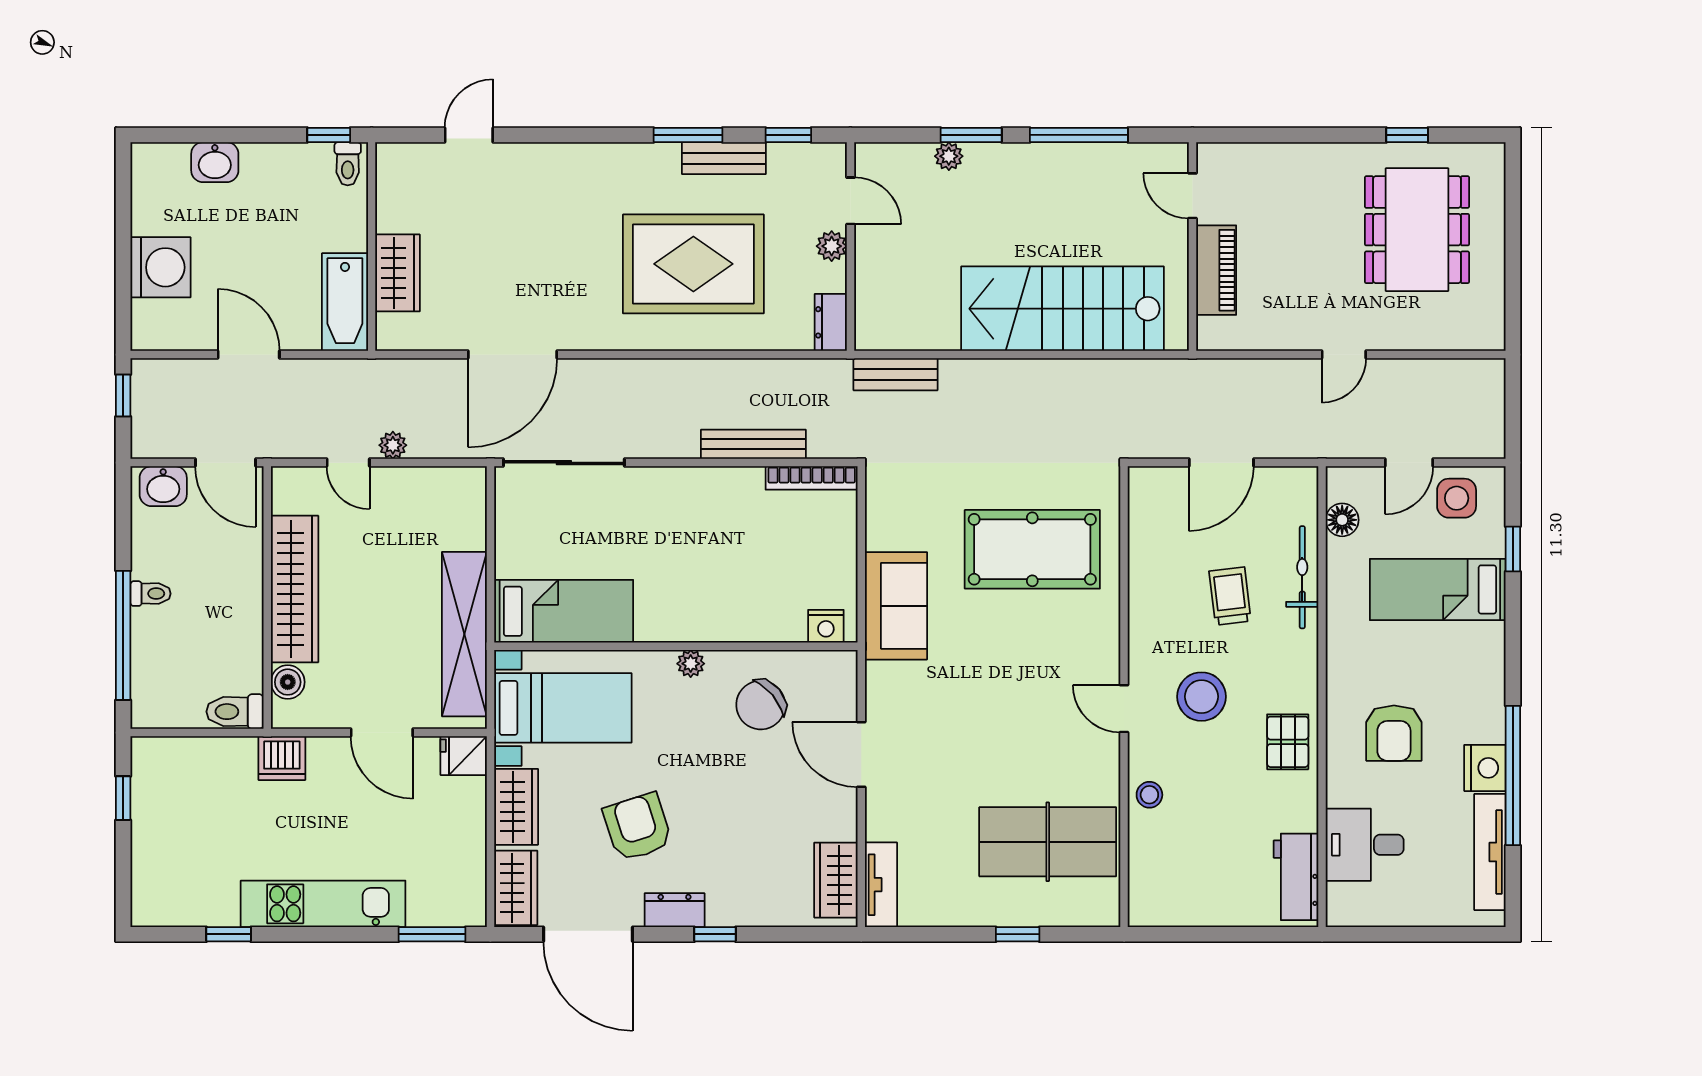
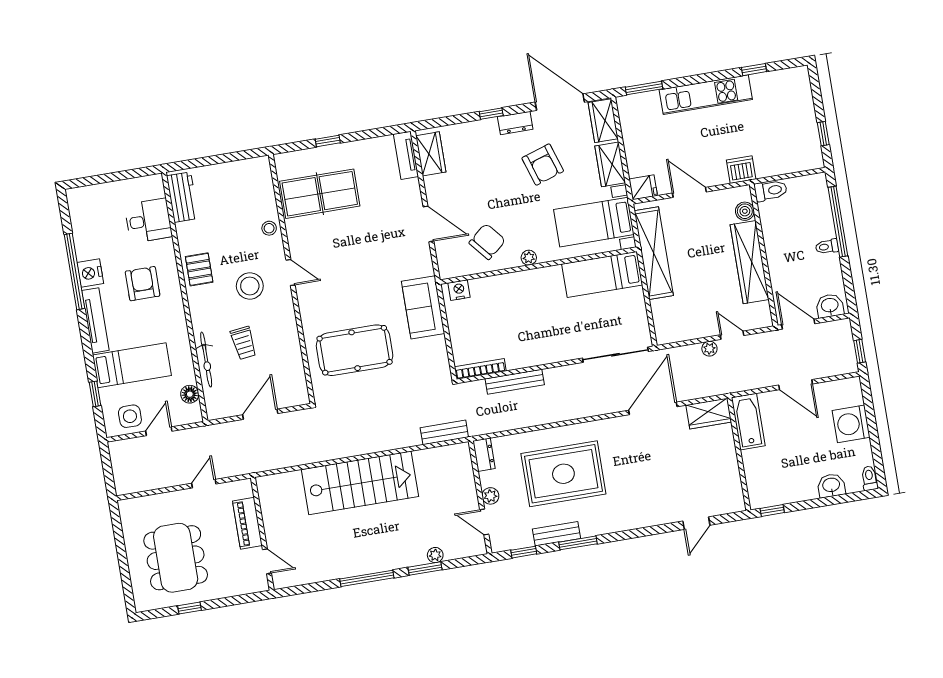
toilet: (348, 164) -> (869, 478), moved
door: (1192, 196) -> (267, 561), moved
wall: (1192, 247) -> (262, 534), moved
piano: (1216, 270) -> (247, 523), moved
wardrobe: (398, 273) -> (709, 414), moved, turned -90
tv unit: (1490, 852) -> (95, 320), moved

